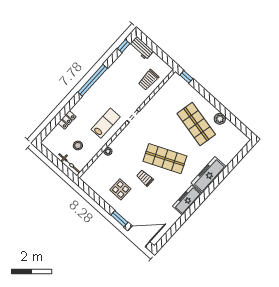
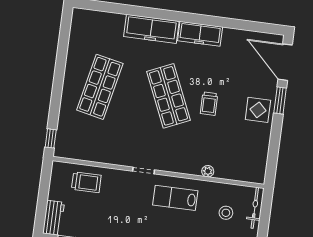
plant: (220, 119) -> (74, 62), removed
display table: (120, 189) -> (258, 110), moved

